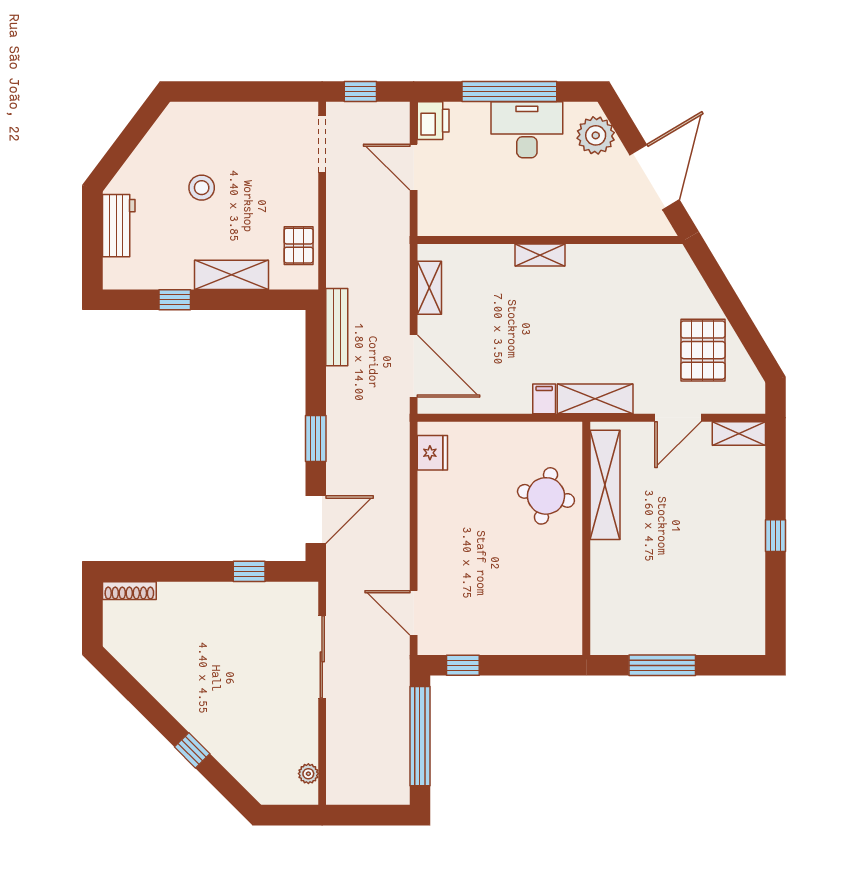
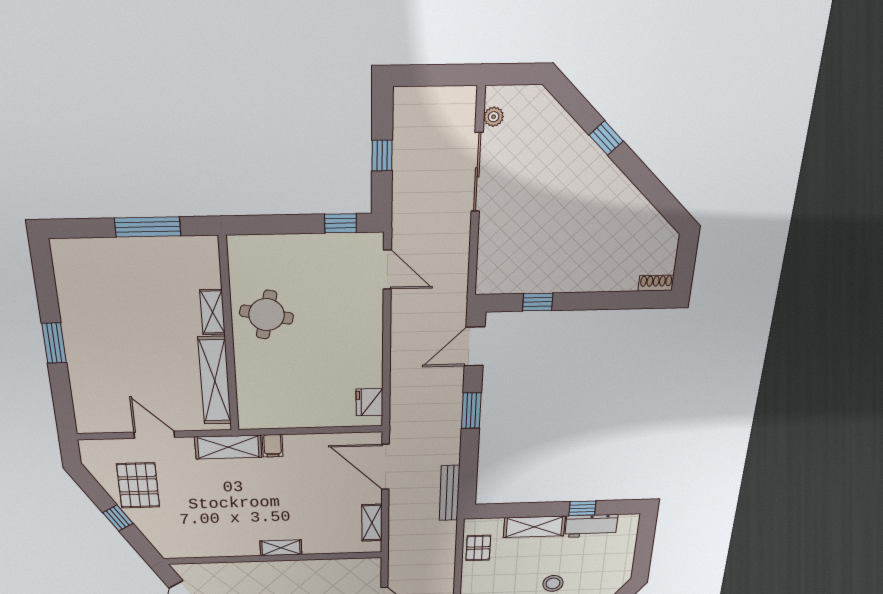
workbench: (119, 226) -> (591, 526), moved, turned -90
window: (731, 305) -> (118, 518), added
door: (678, 418) -> (154, 435), hinge flipped
shelving: (739, 433) -> (213, 312), moved, turned 90
round table: (546, 496) -> (267, 315), moved
window: (775, 536) -> (54, 343), width x1.50
shoe rack: (129, 591) -> (656, 283), width x0.70
sliding door: (322, 657) -> (477, 172), moved
window: (420, 736) -> (382, 156), width x0.32

